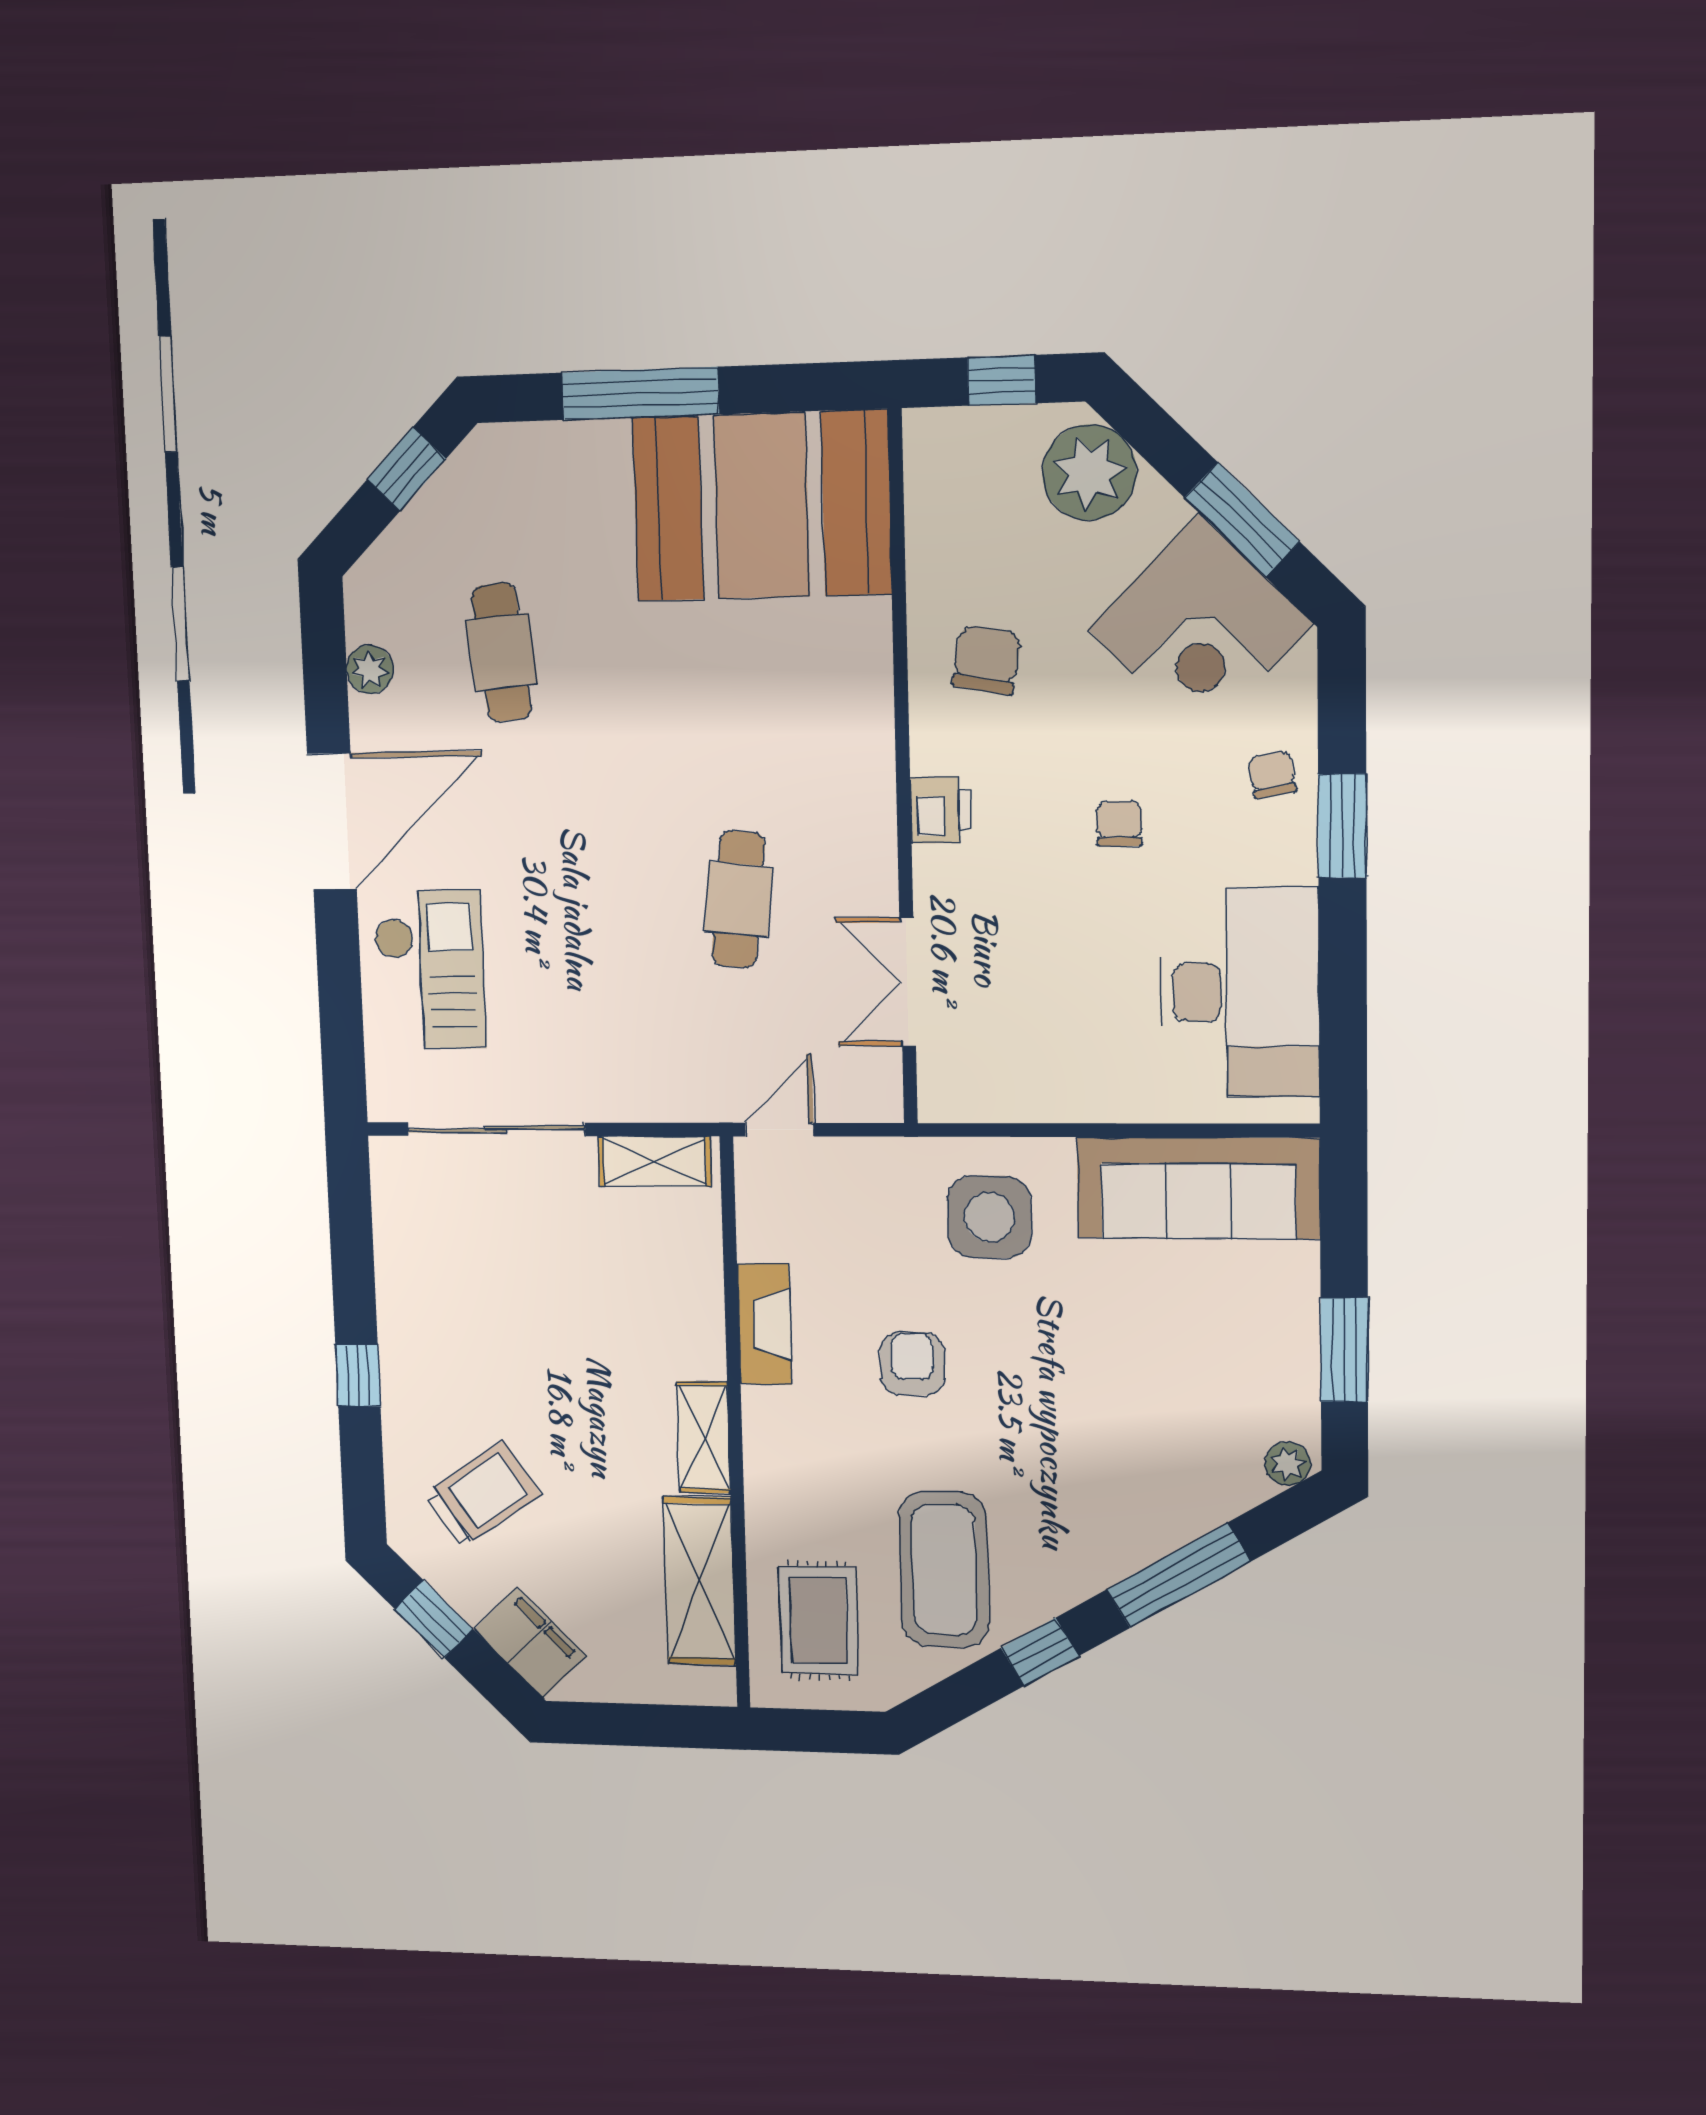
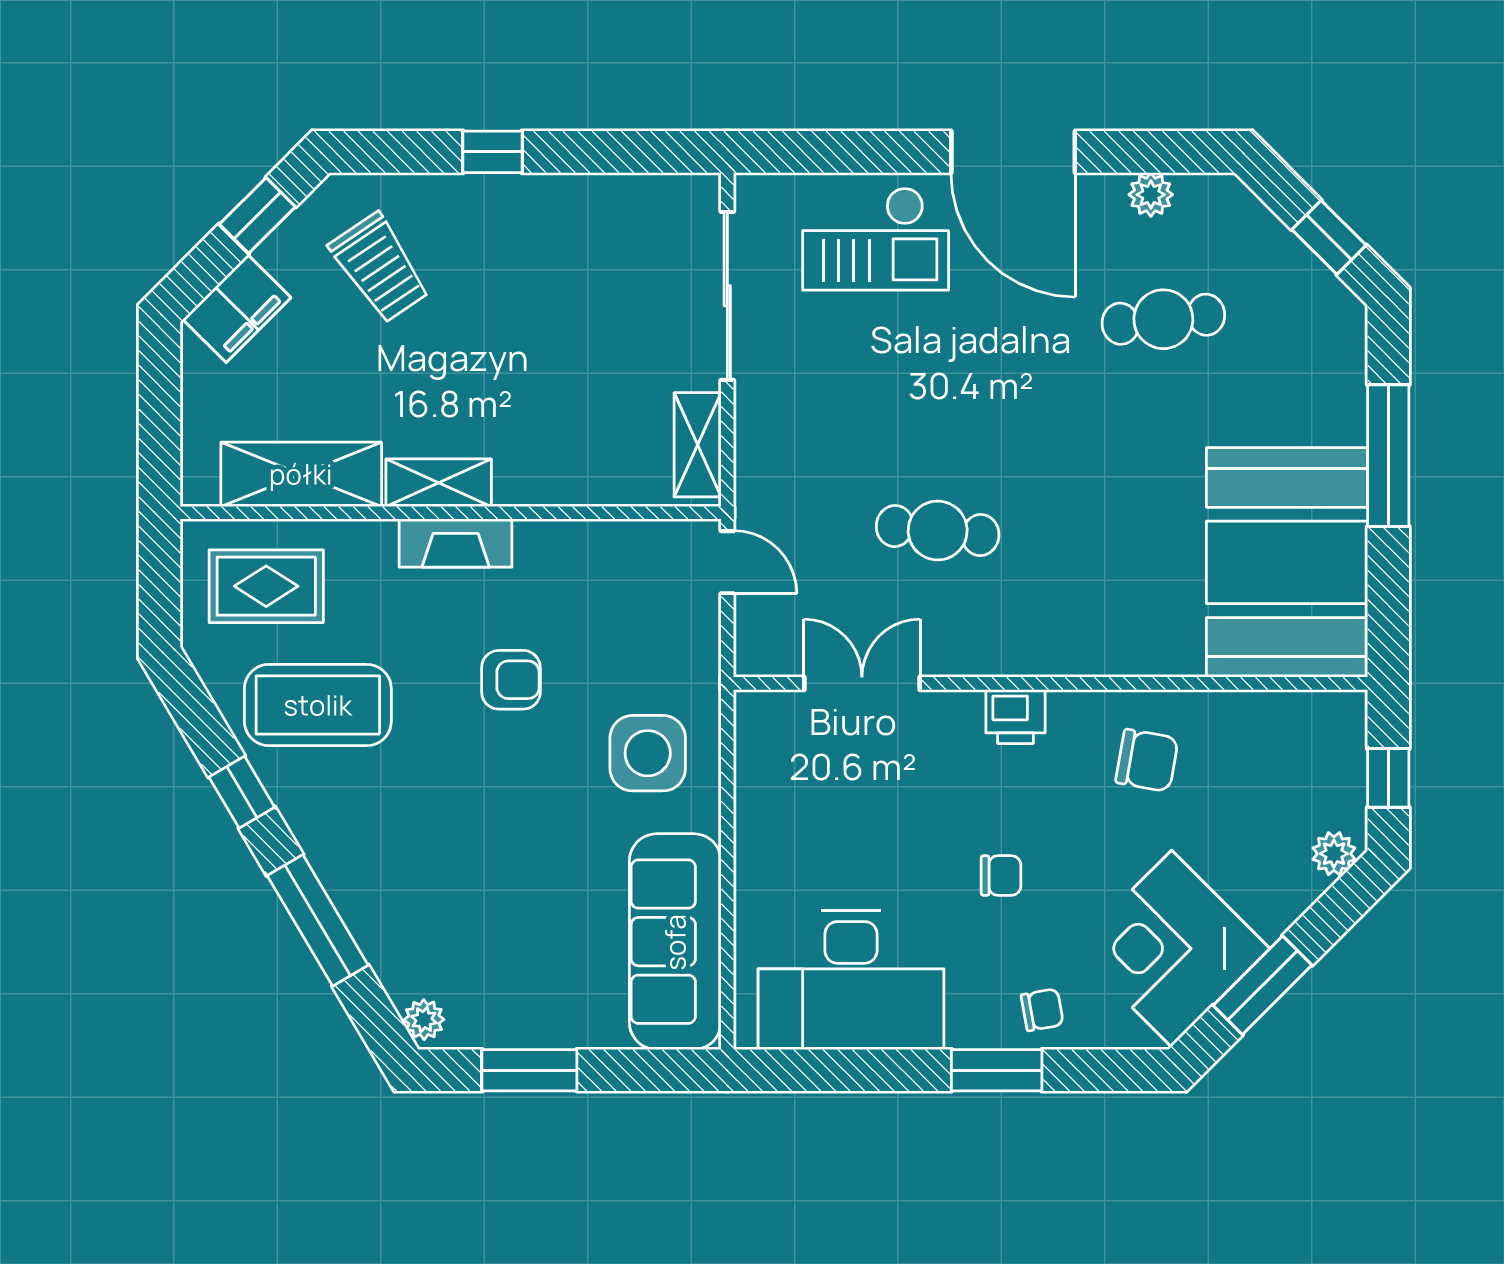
plant: (1089, 472) -> (1334, 854), width x0.53, depth x0.53
fireplace: (764, 1324) -> (456, 543), moved

